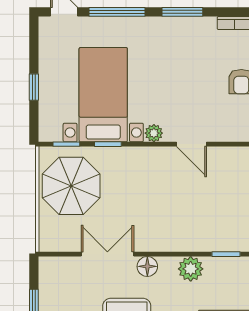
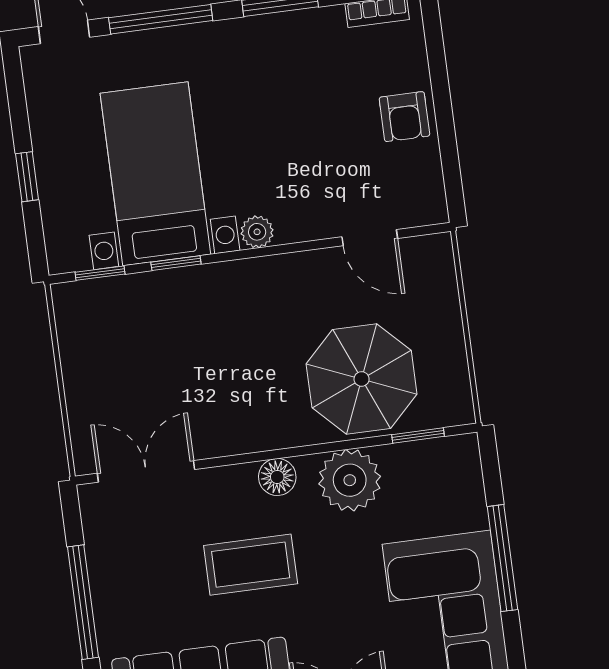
door: (191, 144) -> (370, 238), moved
parasol: (71, 186) -> (362, 379), moved
double door: (107, 254) -> (146, 471), moved
plant: (191, 269) -> (350, 480), width x1.36, depth x1.36

